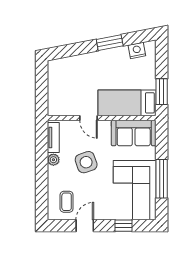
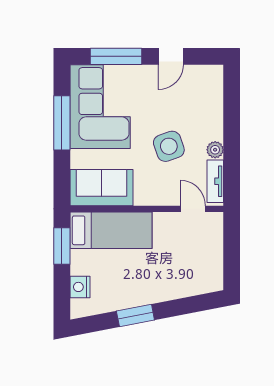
nightstand: (137, 50) -> (80, 287), moved, turned 101
door: (89, 118) -> (193, 209), moved
coffee table: (67, 202) -> (196, 90), removed
window: (123, 226) -> (116, 56), width x2.17

